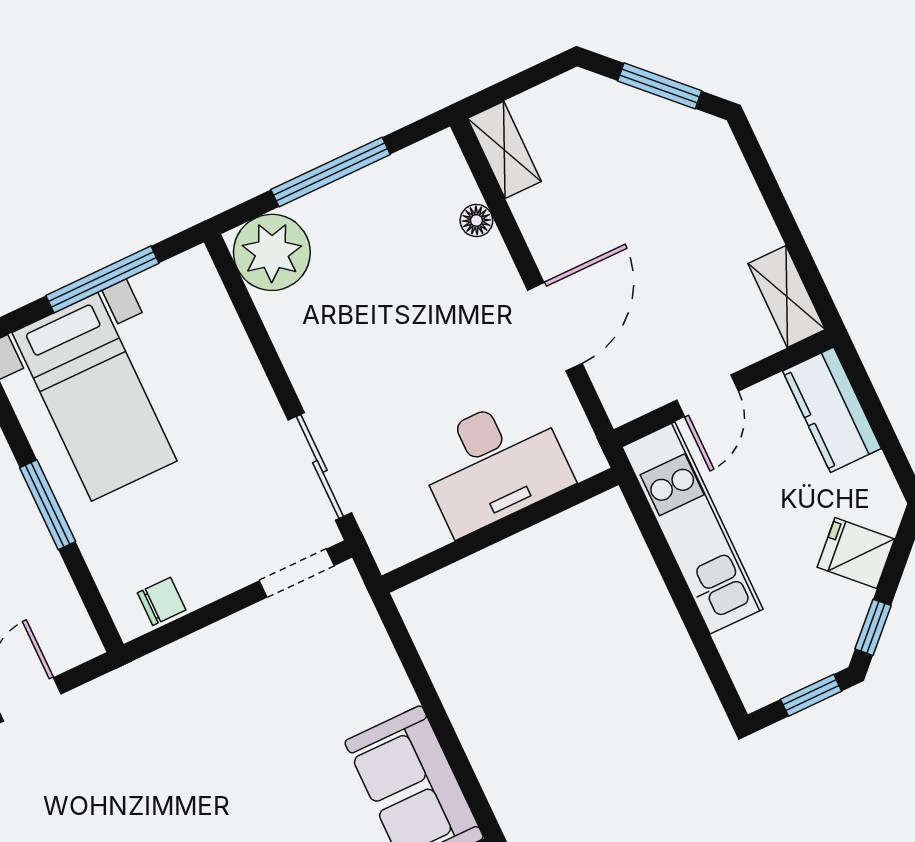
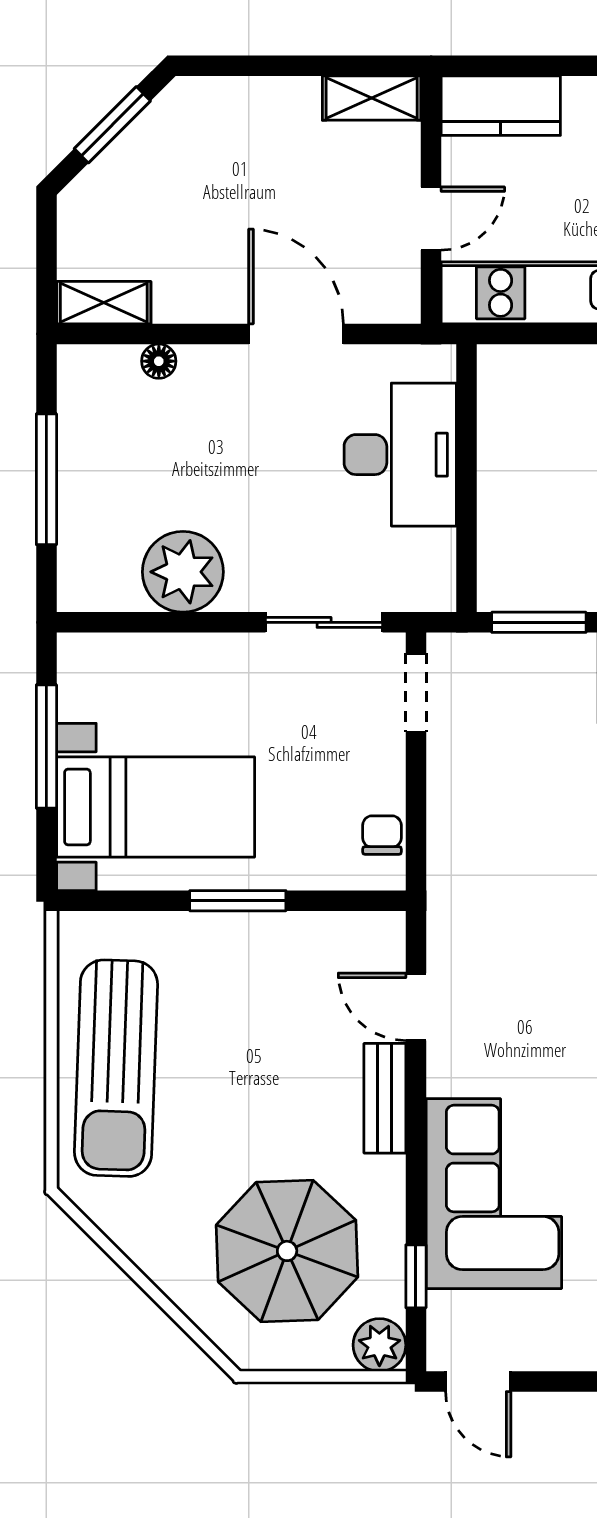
plant: (272, 252) -> (183, 572), moved
door: (708, 396) -> (431, 219), hinge flipped
window: (406, 650) -> (539, 622), added

